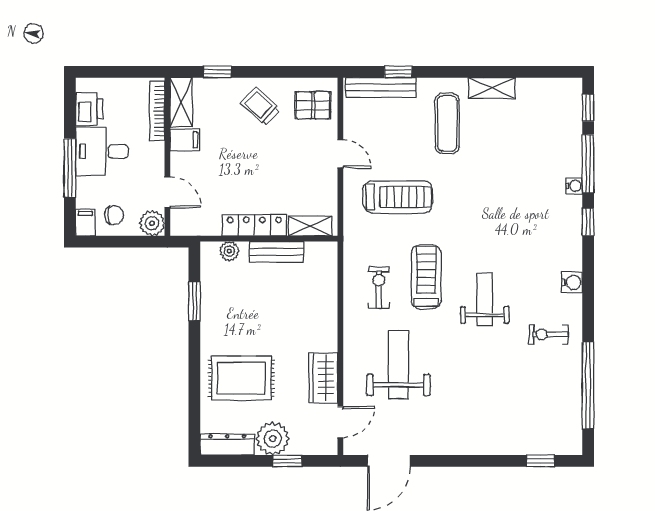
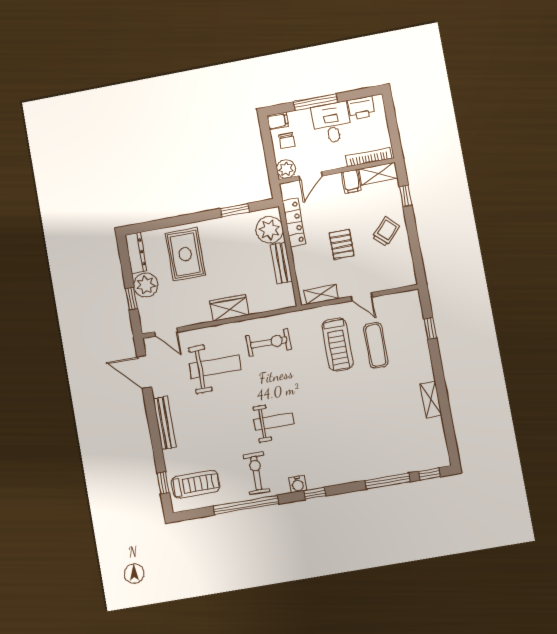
bench: (381, 87) -> (165, 423), moved
pallet: (313, 105) -> (342, 244), moved
exercise mat: (447, 123) -> (376, 345), moved, turned 90
door: (340, 154) -> (362, 297), hinge flipped
water cooler: (574, 186) -> (369, 473), removed
window: (588, 222) -> (315, 493), moved
locker: (254, 225) -> (294, 223), moved
shelving: (310, 226) -> (321, 294), moved, turned 90
plant: (229, 251) -> (270, 230), width x1.88, depth x1.88
treadmill: (426, 277) -> (196, 484), moved
exercise bike: (379, 288) -> (269, 342), width x1.38, depth x1.39
exercise bike: (549, 334) -> (256, 473), width x1.38, depth x1.39
wardrobe: (323, 378) -> (229, 308), moved
window: (588, 385) -> (246, 505), moved

